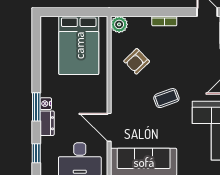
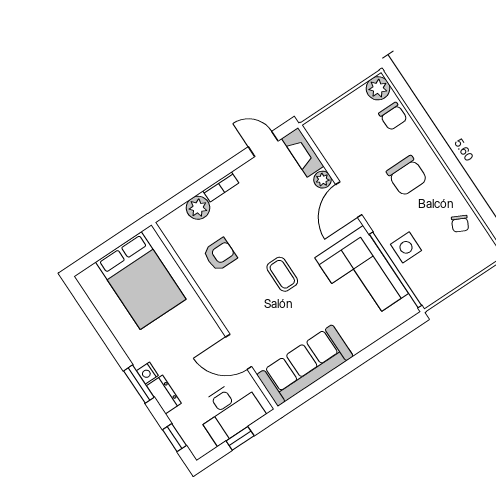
plant: (119, 24) -> (198, 208), moved
armchair: (137, 61) -> (220, 255), turned -136
coffee table: (166, 98) -> (282, 274), turned -70

